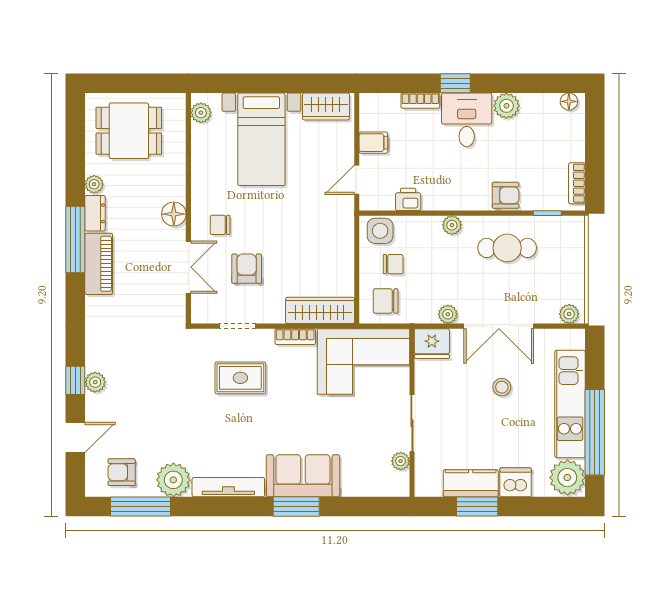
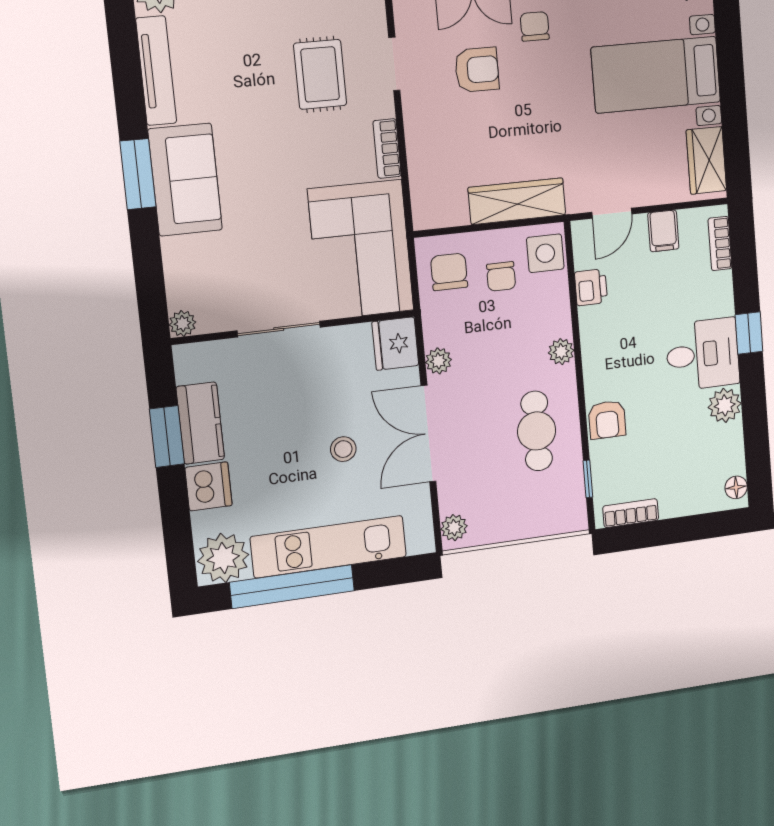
bookcase: (420, 101) -> (720, 244), moved
door: (357, 180) -> (612, 213), swing flipped
wardrobe: (320, 310) -> (517, 201), moved, turned -90
plant: (401, 461) -> (183, 323), moved

